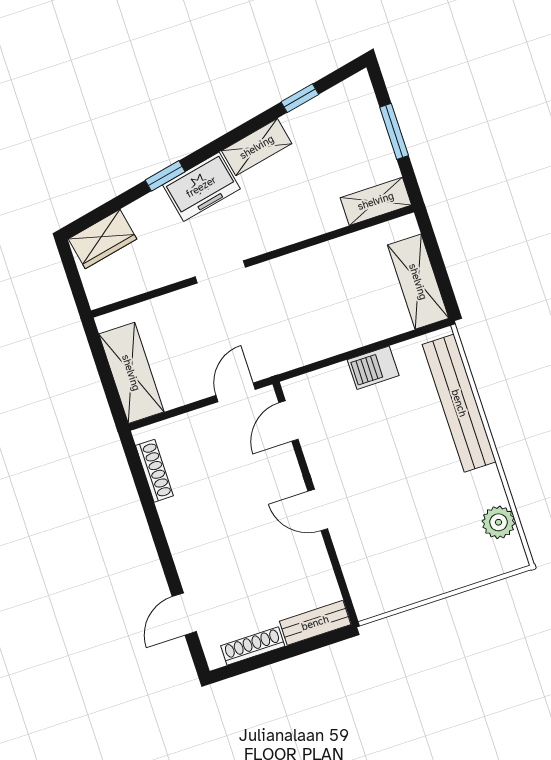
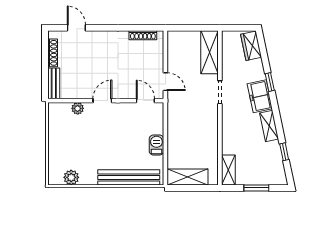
shelving: (131, 373) -> (210, 52), moved, turned 90
plant: (351, 556) -> (78, 108), added

